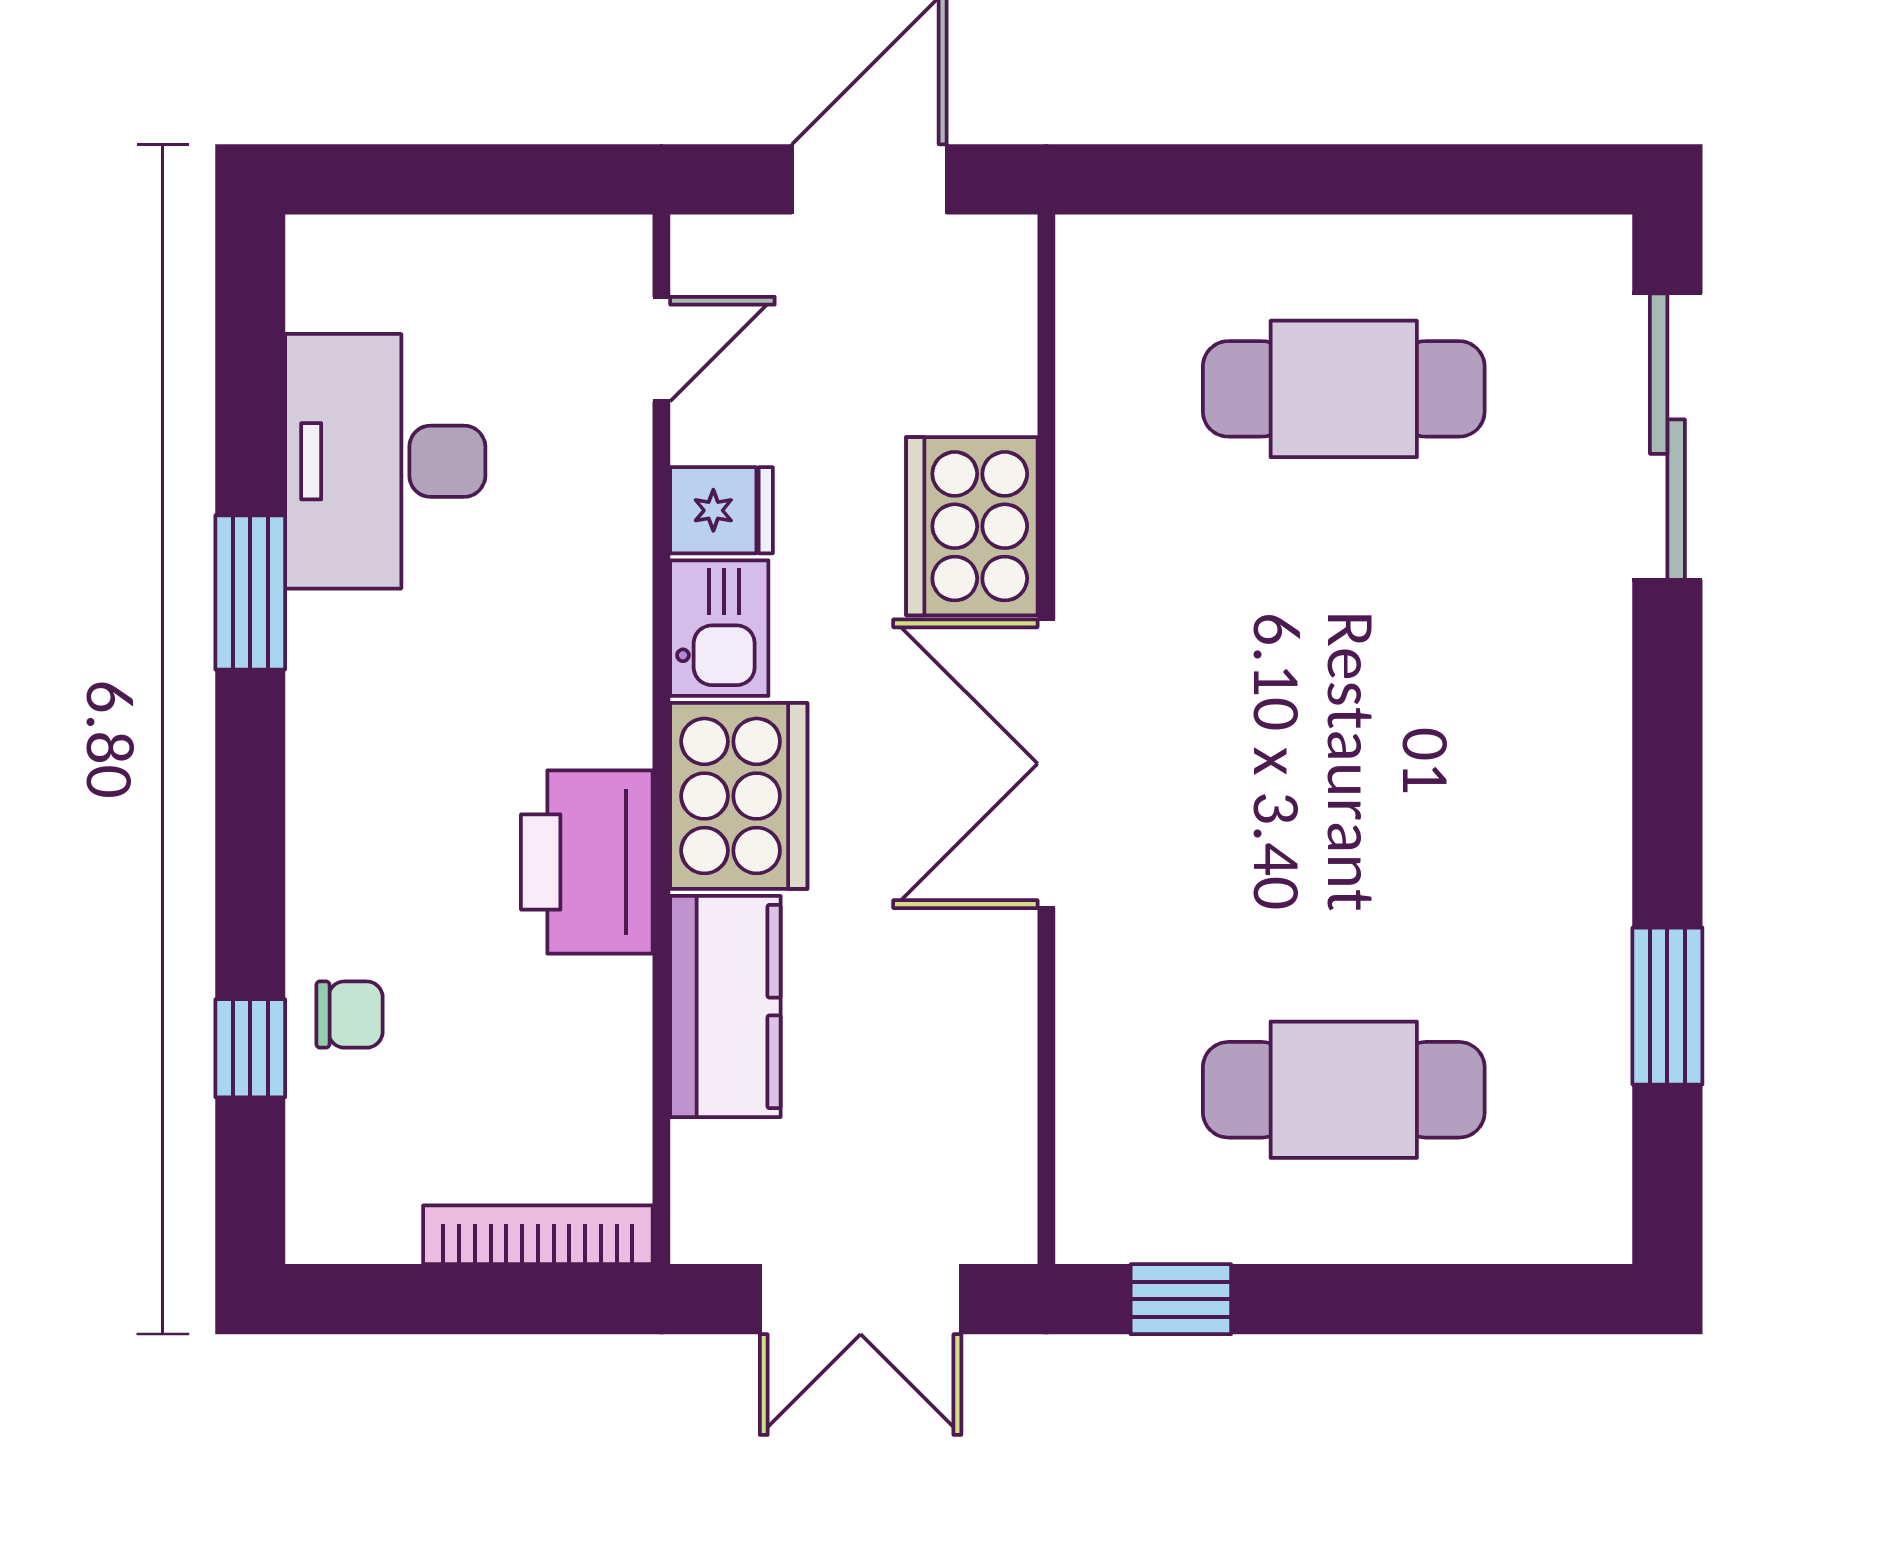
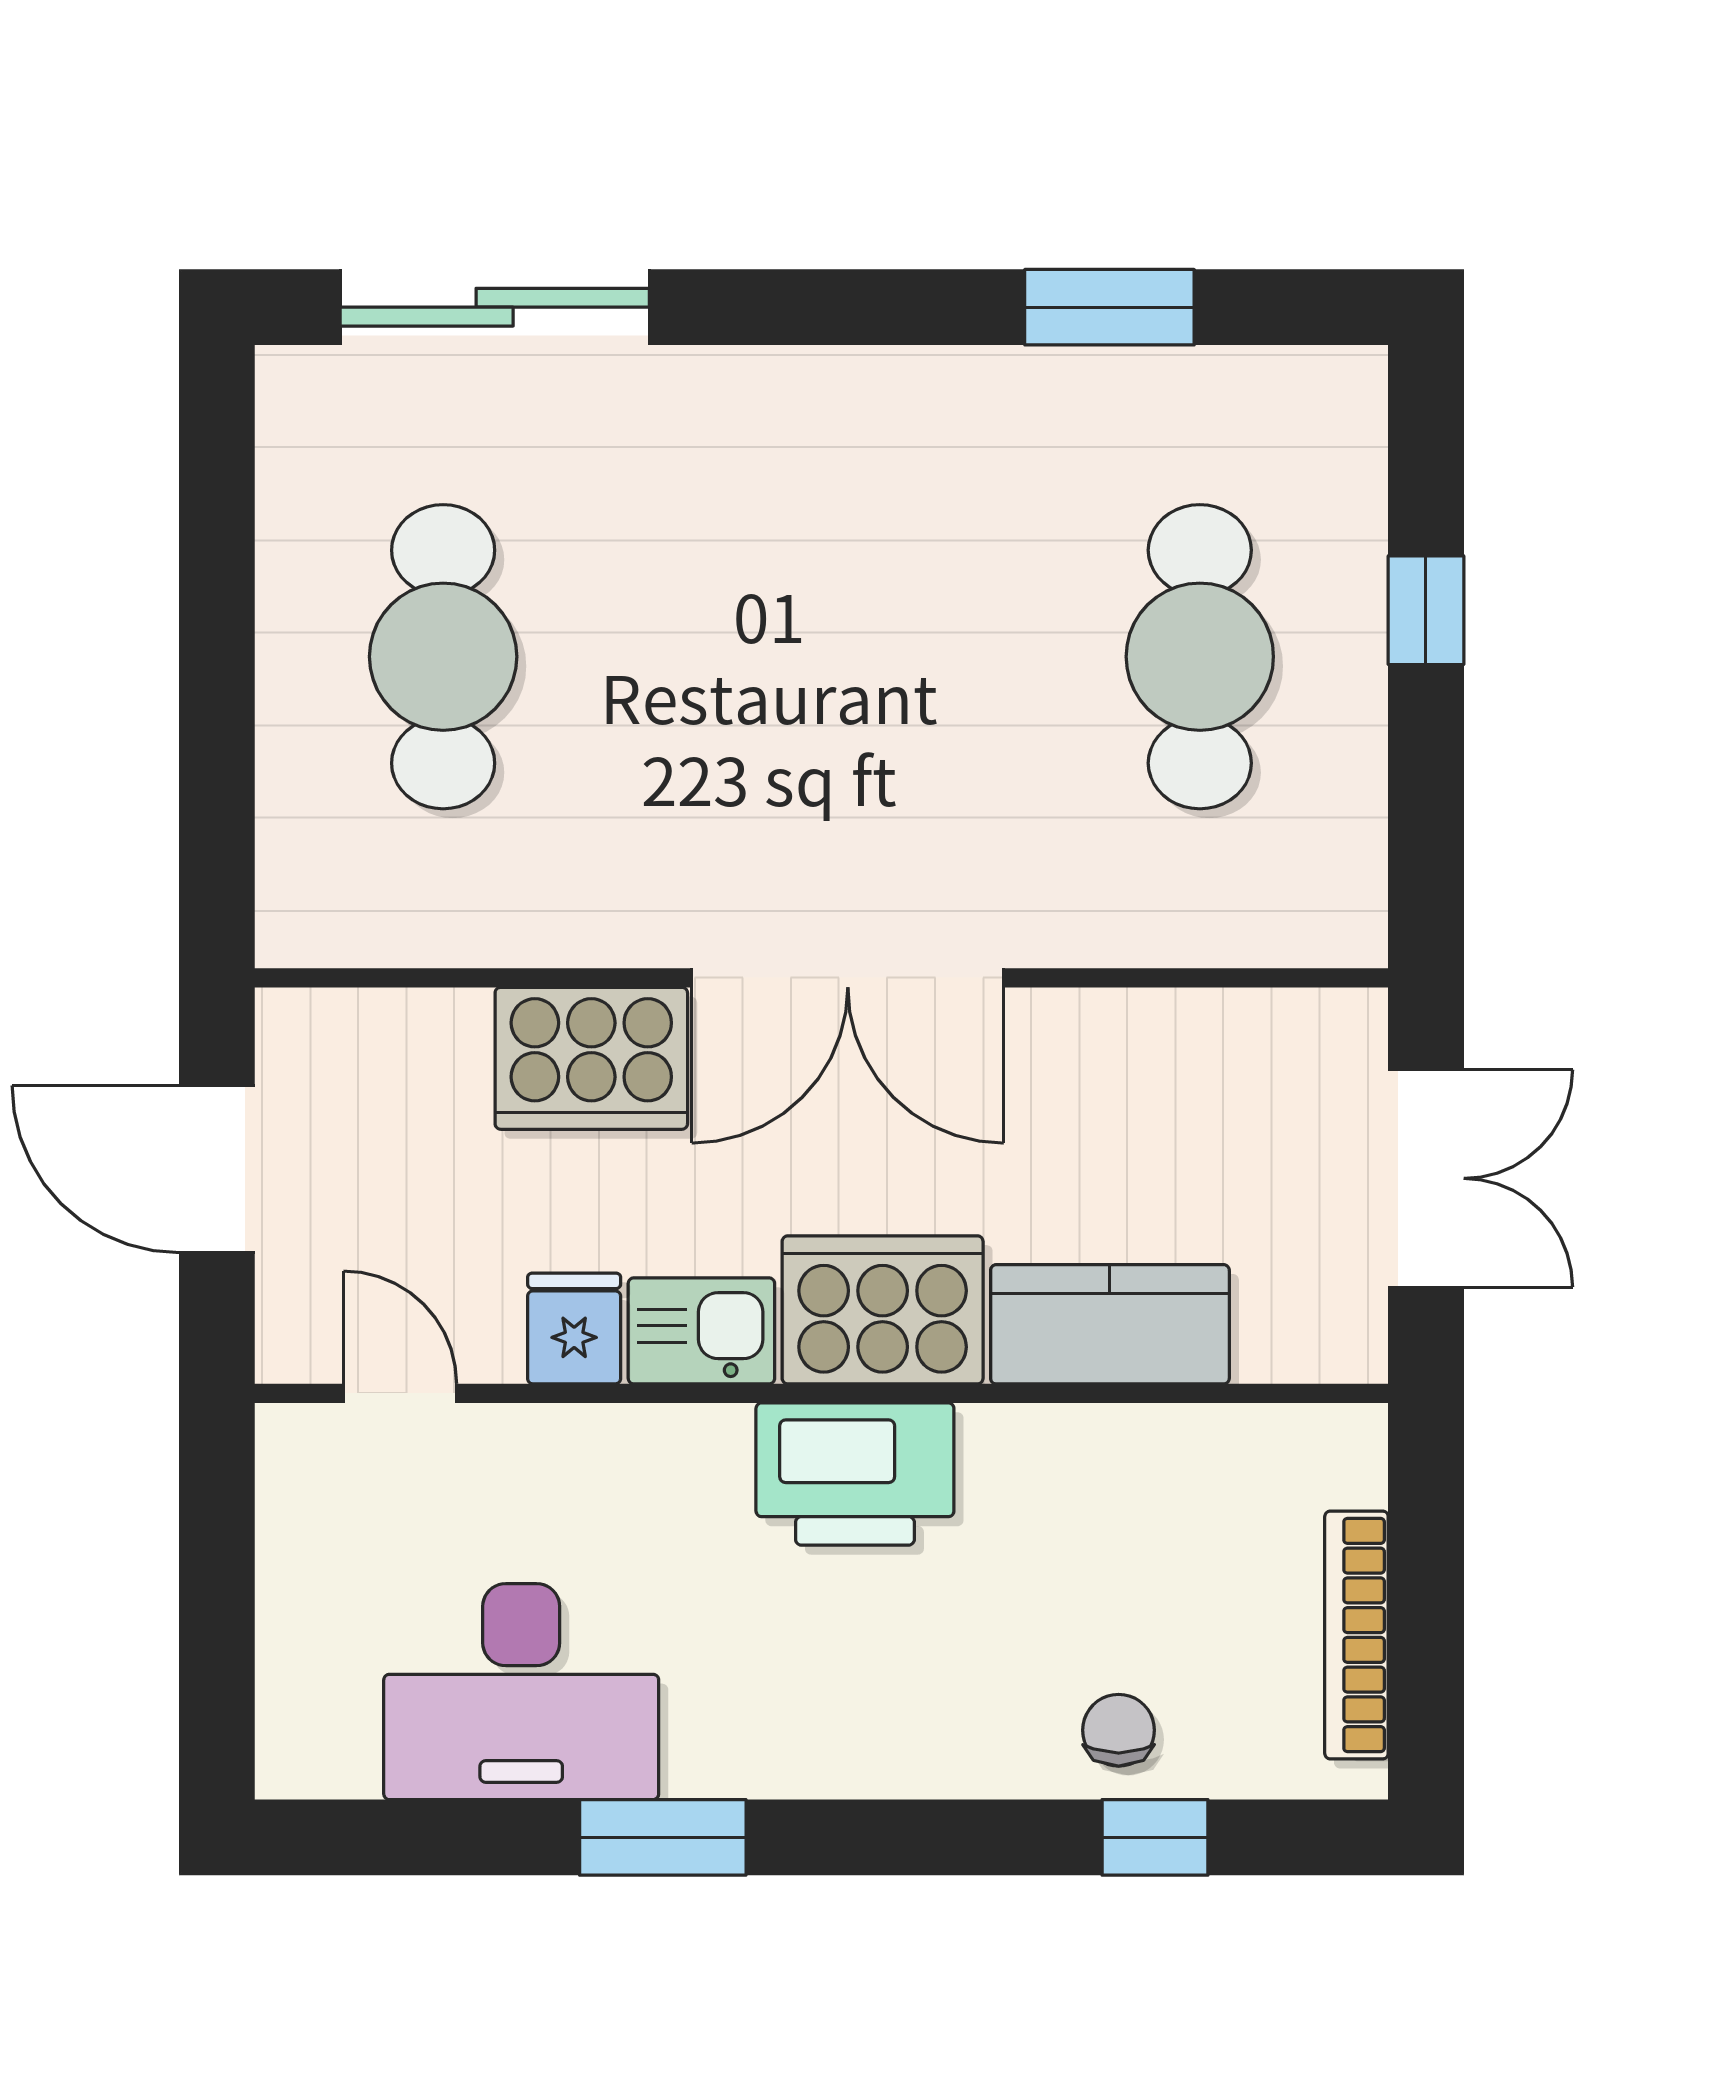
printer: (587, 862) -> (855, 1474), moved
bookcase: (538, 1235) -> (1356, 1635), moved
window: (1181, 1299) -> (1426, 610), moved

